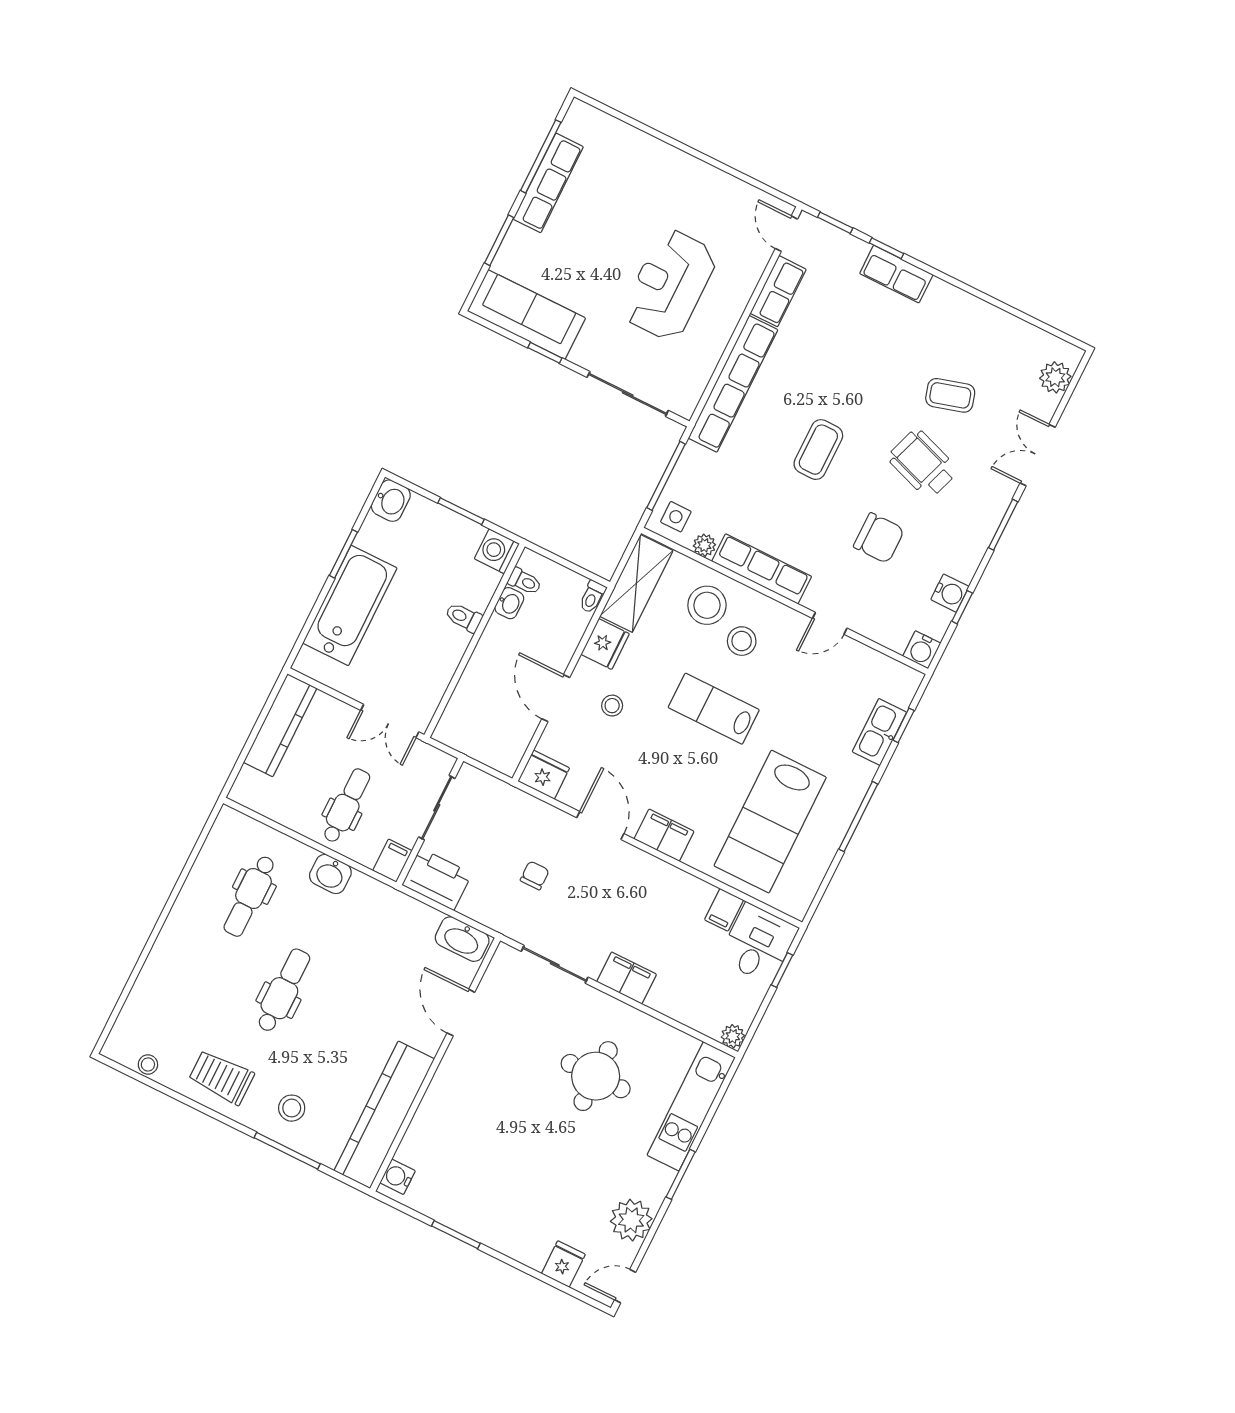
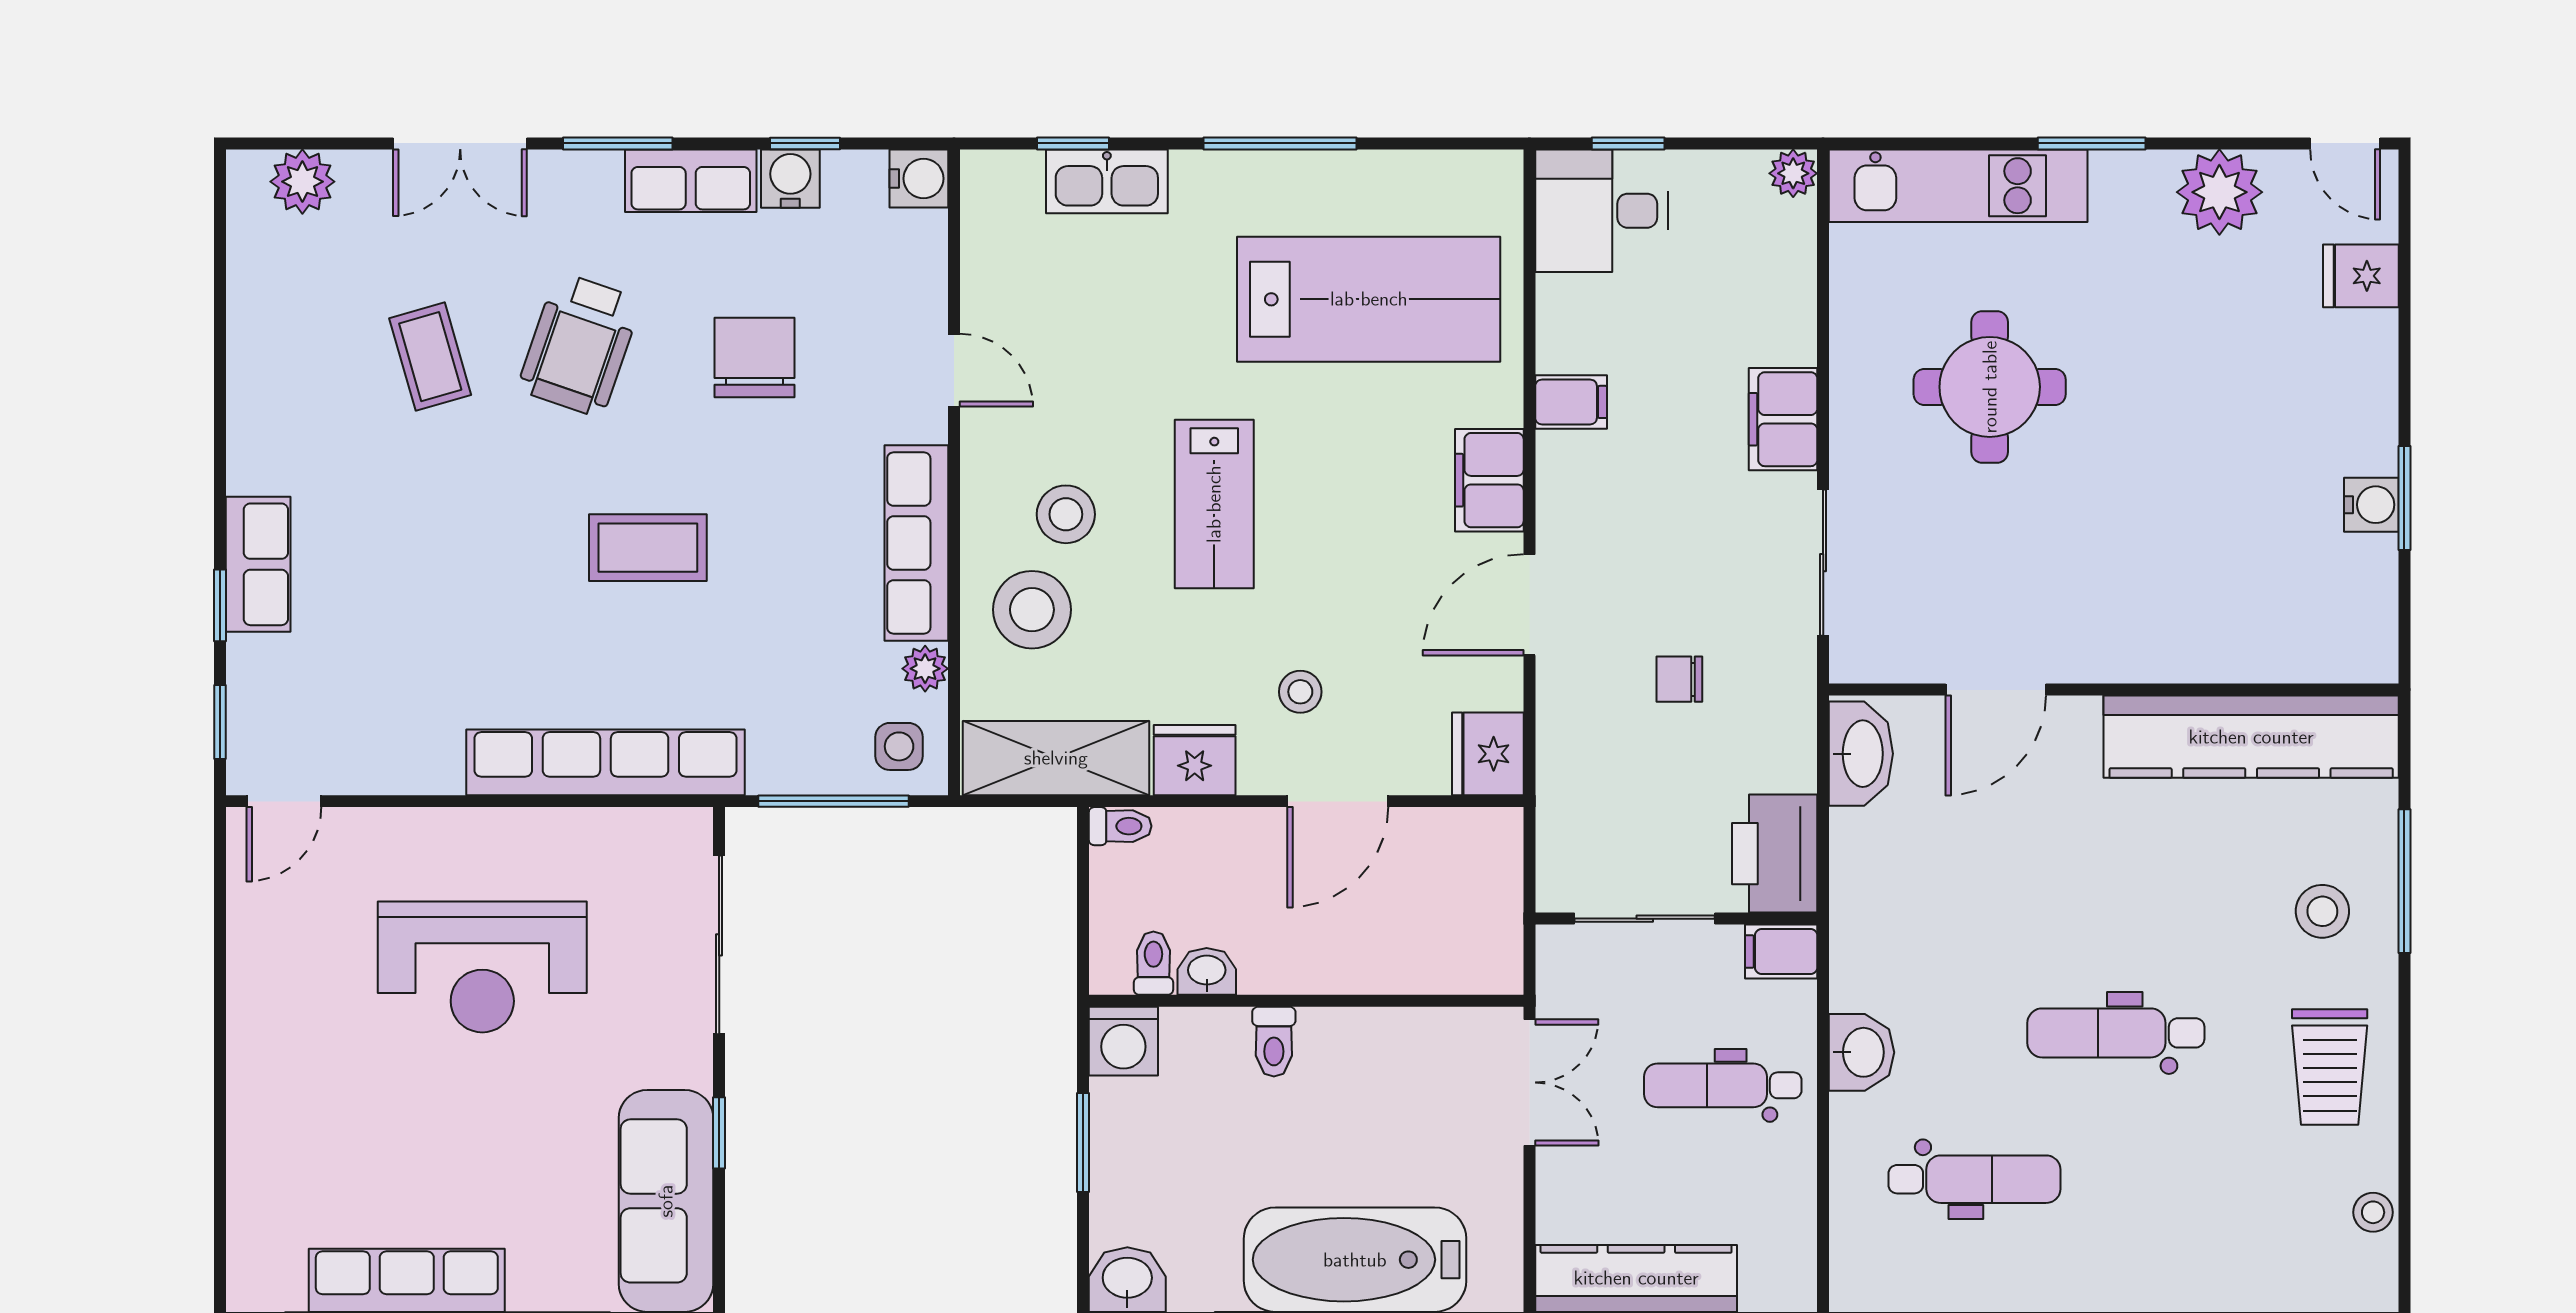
row of seats: (778, 291) -> (691, 181), moved, turned 180
filing cabinet: (724, 910) -> (1571, 402), moved
water cooler: (398, 1177) -> (2371, 505), moved, turned -90

